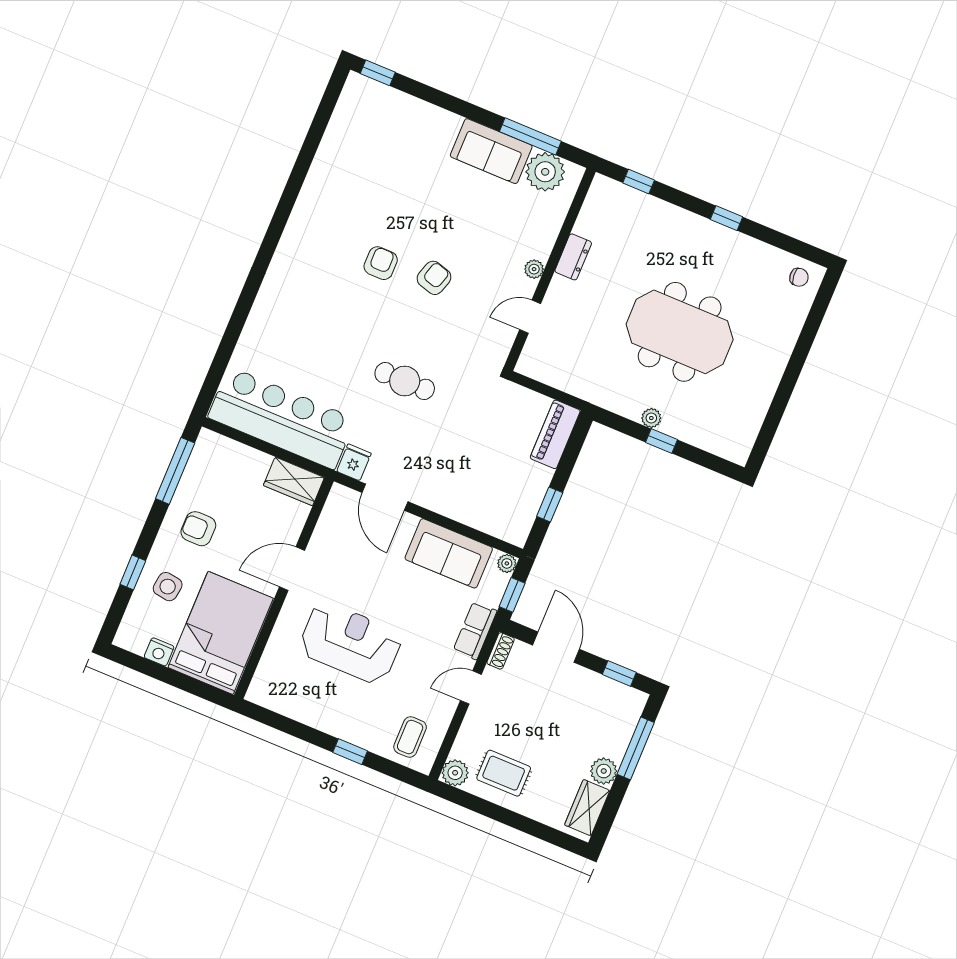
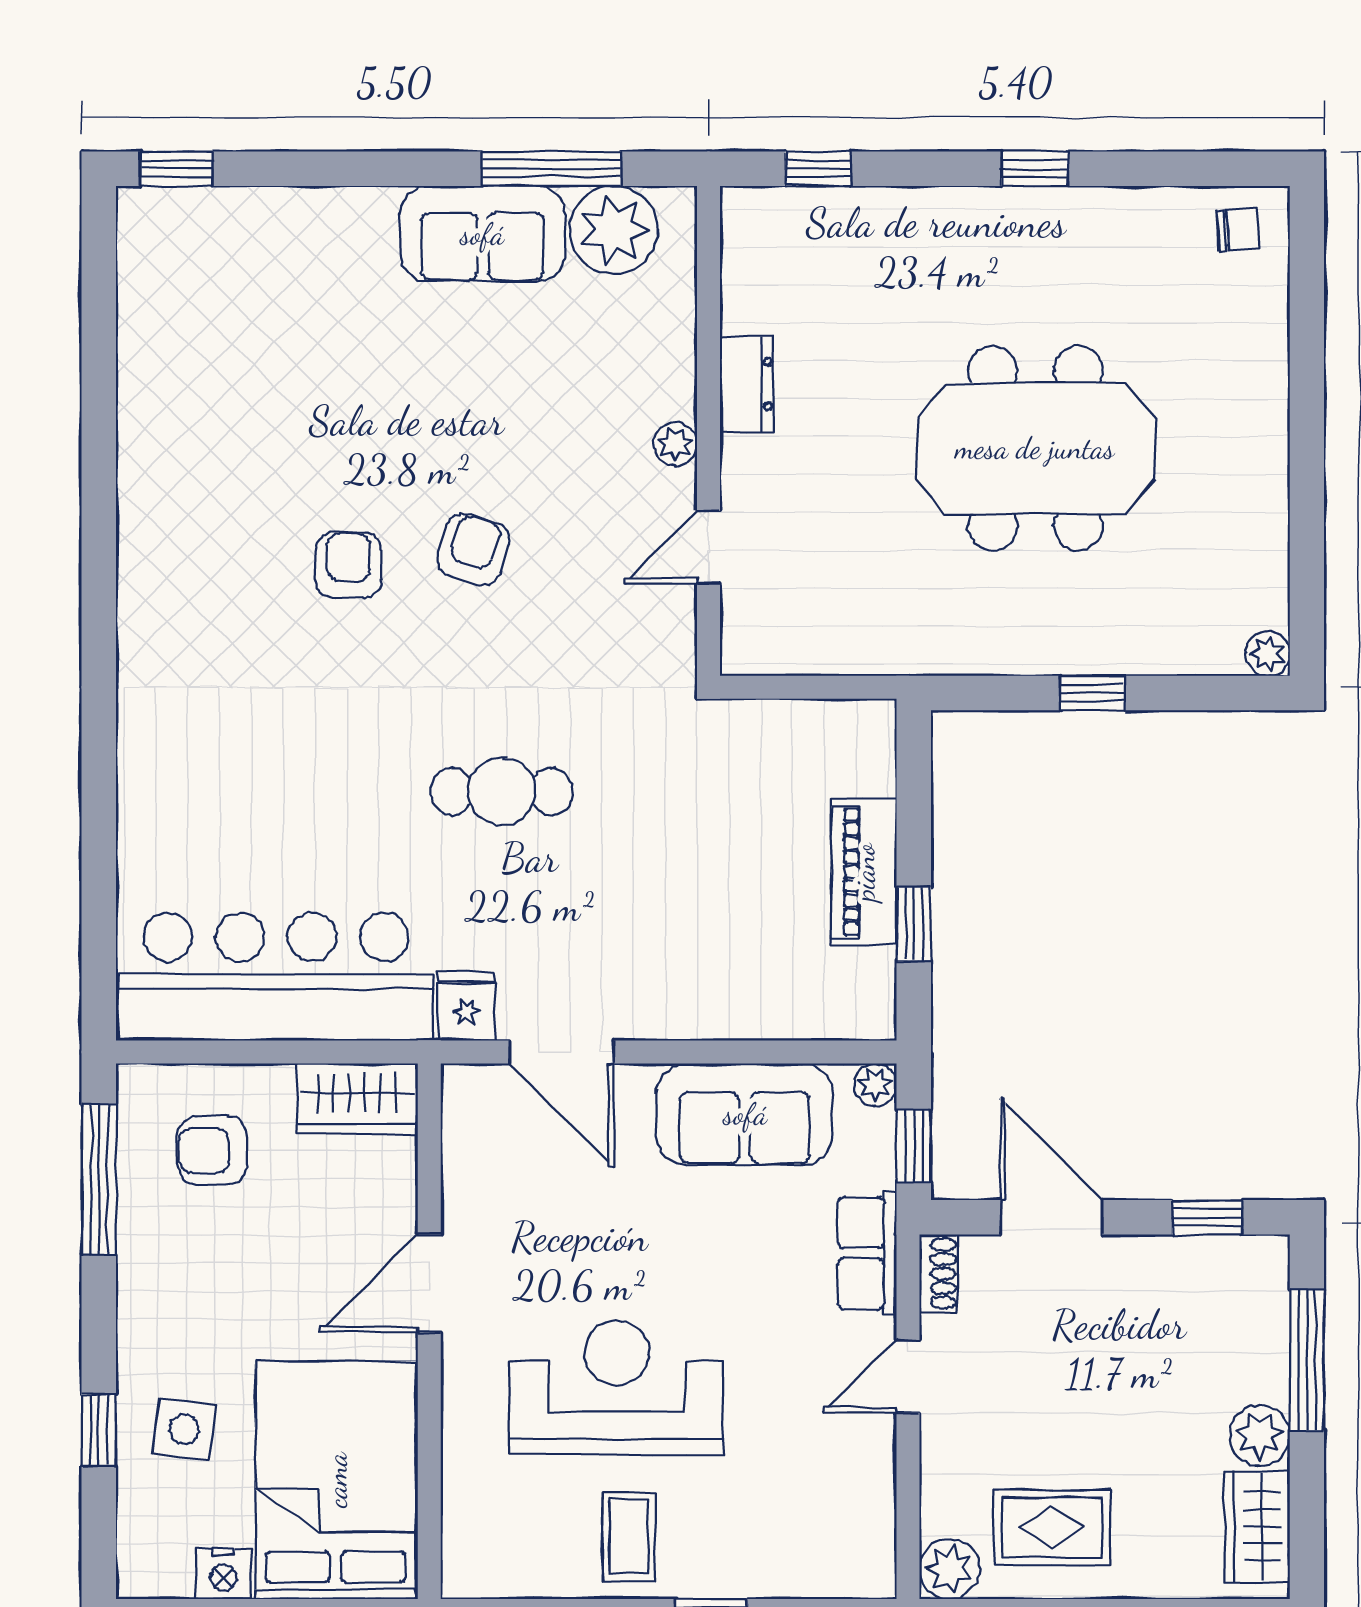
plant: (651, 418) -> (1268, 654), moved
piano: (555, 434) -> (864, 872), moved
armchair: (198, 529) -> (212, 1150), moved
coffee table: (410, 737) -> (629, 1537), moved

